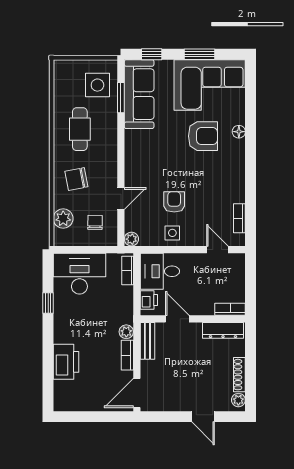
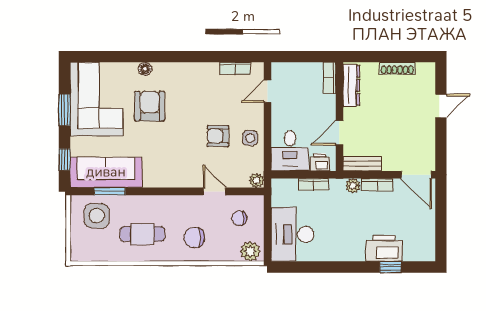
chair: (76, 179) -> (194, 238), turned 101
plant: (63, 218) -> (250, 251), moved
bookcase: (128, 271) -> (313, 184), moved
window: (48, 303) -> (390, 267), moved
plant: (238, 400) -> (424, 69), removed

